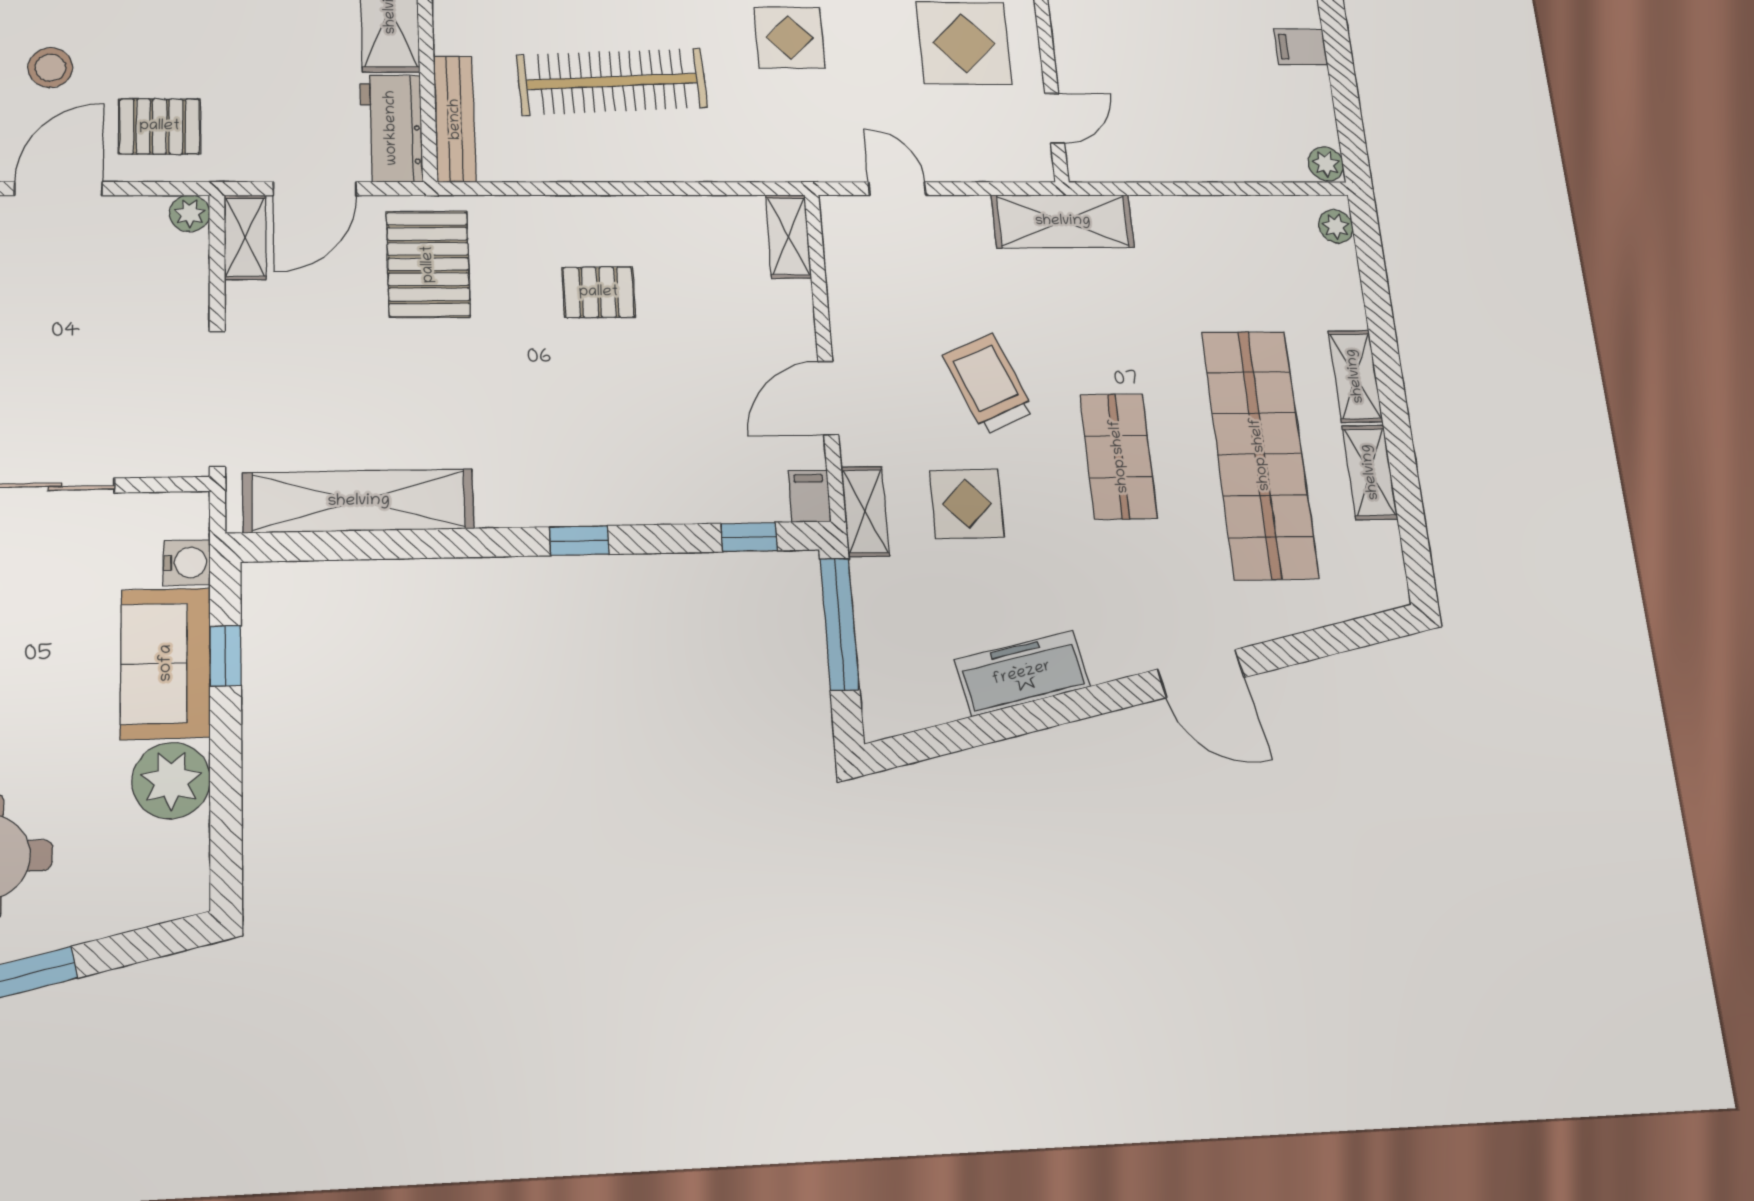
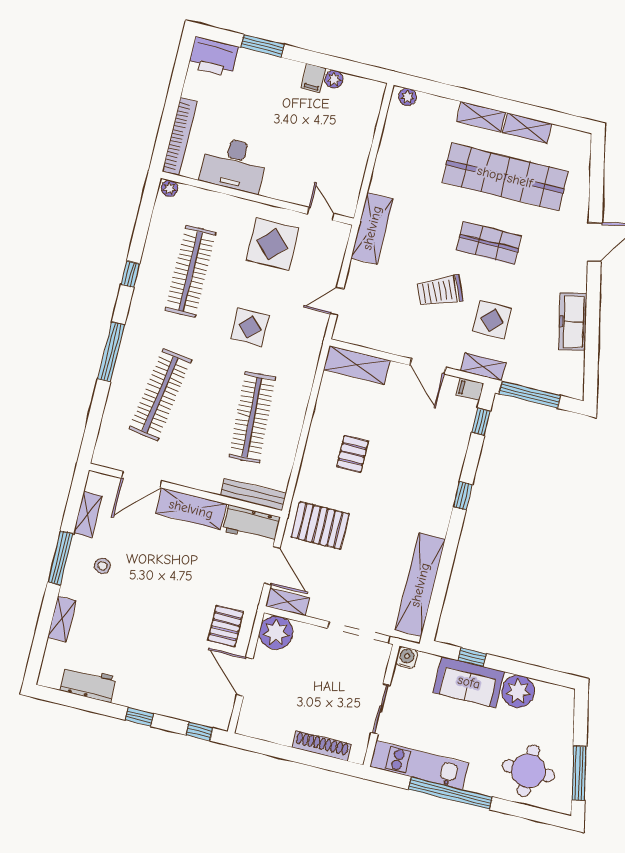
stool: (50, 68) -> (185, 667), removed
plant: (1326, 164) -> (334, 79), moved
plant: (190, 213) -> (276, 633), width x1.88, depth x1.88
shelving: (788, 236) -> (357, 365), width x1.50, depth x1.33
water cooler: (187, 563) -> (407, 658), moved

